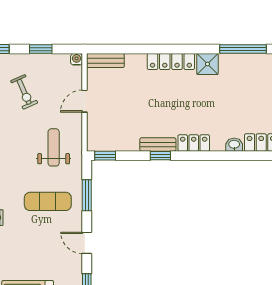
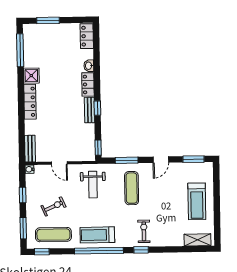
washbasin: (234, 145) -> (89, 66), moved
weight bench: (54, 147) -> (93, 185), turned -90

